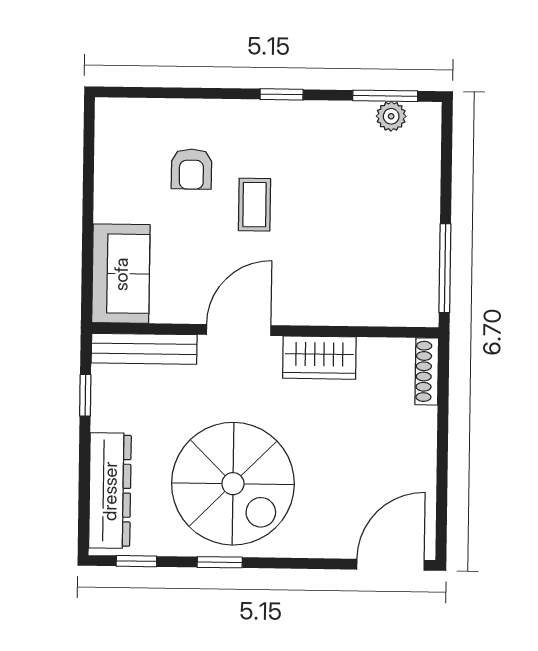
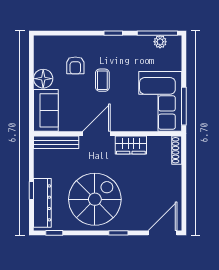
window: (385, 96) -> (157, 33), width x1.44
floor lamp: (116, 199) -> (43, 79), added
corner sofa: (390, 256) -> (160, 101), added
window: (85, 395) -> (31, 191), moved
spiral stairs: (233, 484) -> (95, 199), turned -90
window: (220, 562) -> (118, 233), moved

